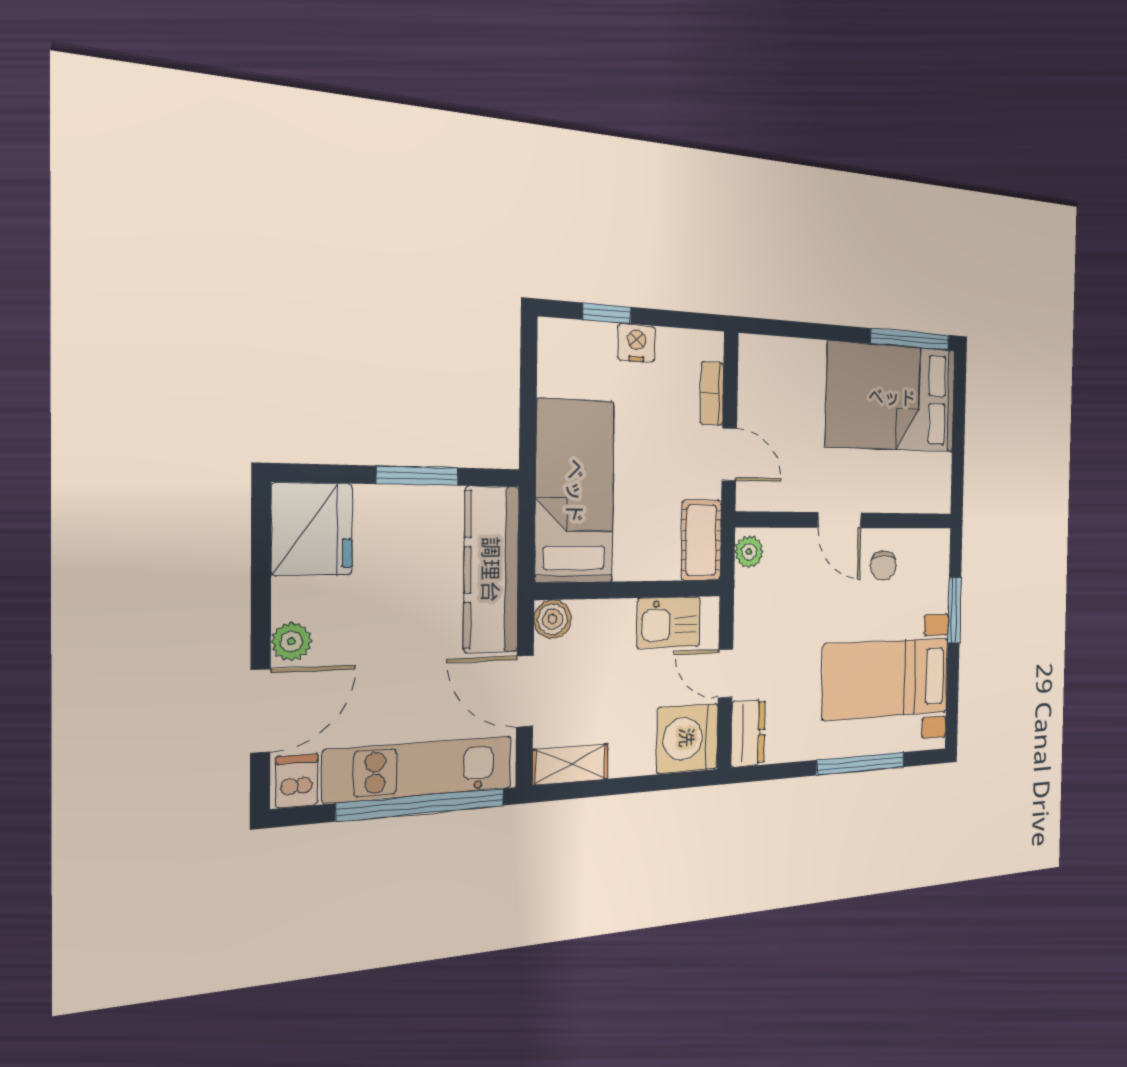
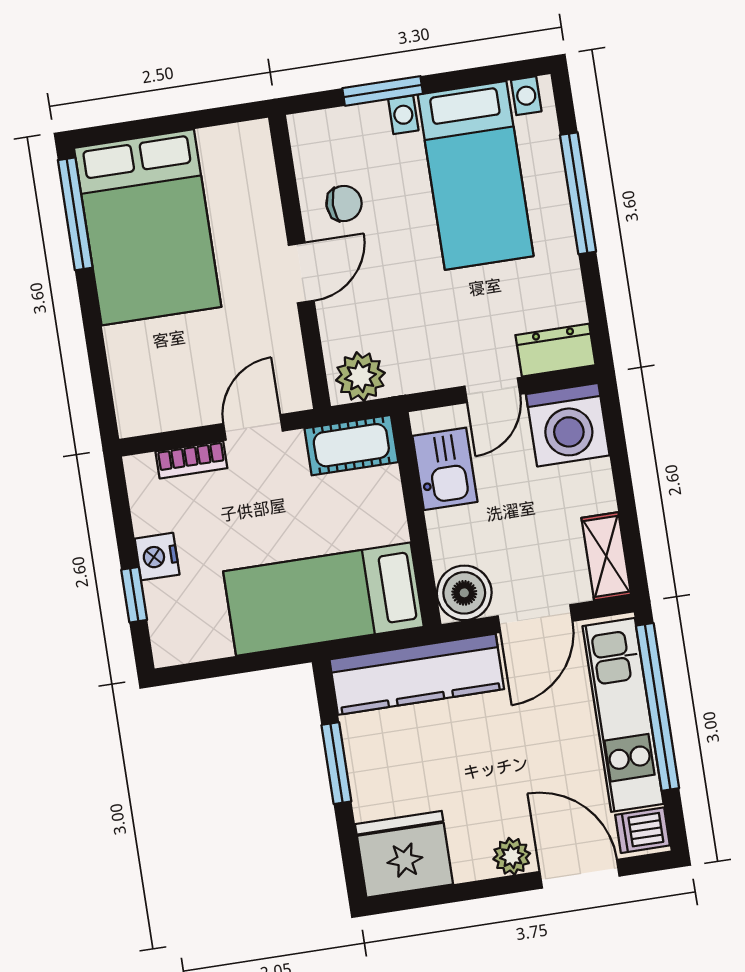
plant: (749, 552) -> (360, 377), width x1.38, depth x1.38
boiler: (553, 619) -> (464, 593), width x1.36, depth x1.36

